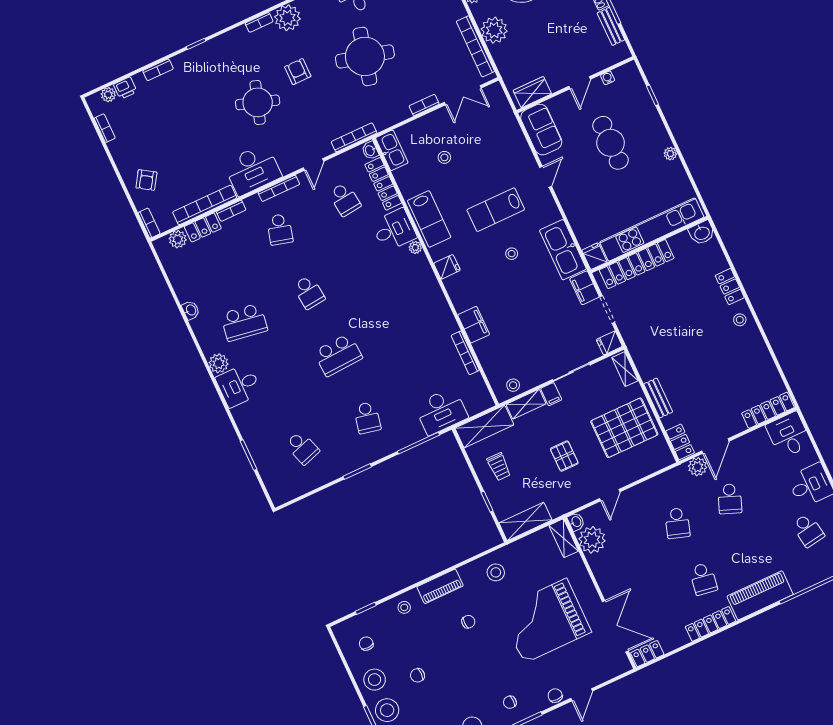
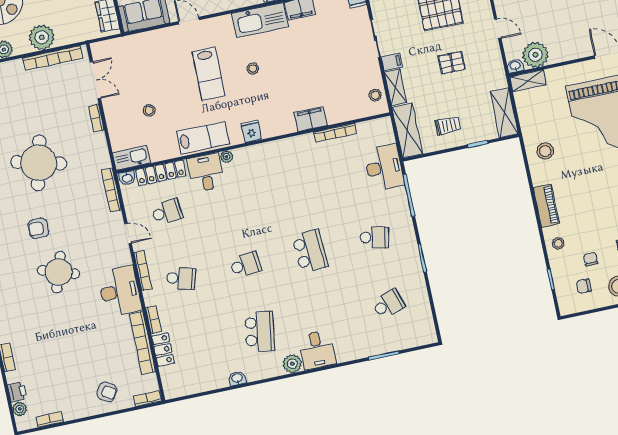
plant: (178, 239) -> (168, 375), removed
chair: (468, 622) -> (591, 259), moved

